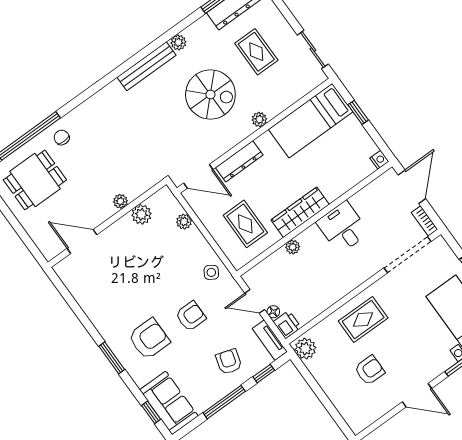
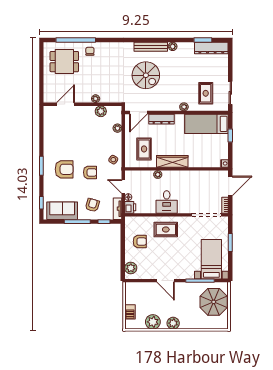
rug: (256, 52) -> (206, 93), moved
spiral stairs: (210, 95) -> (146, 75), moved
door: (198, 176) -> (138, 113), hinge flipped
desk: (343, 227) -> (167, 202), moved, turned 180
door: (82, 241) -> (66, 104), hinge flipped
plant: (305, 349) -> (131, 268), moved
armchair: (370, 370) -> (140, 242), moved
sofa: (169, 403) -> (62, 211), moved, turned -90

